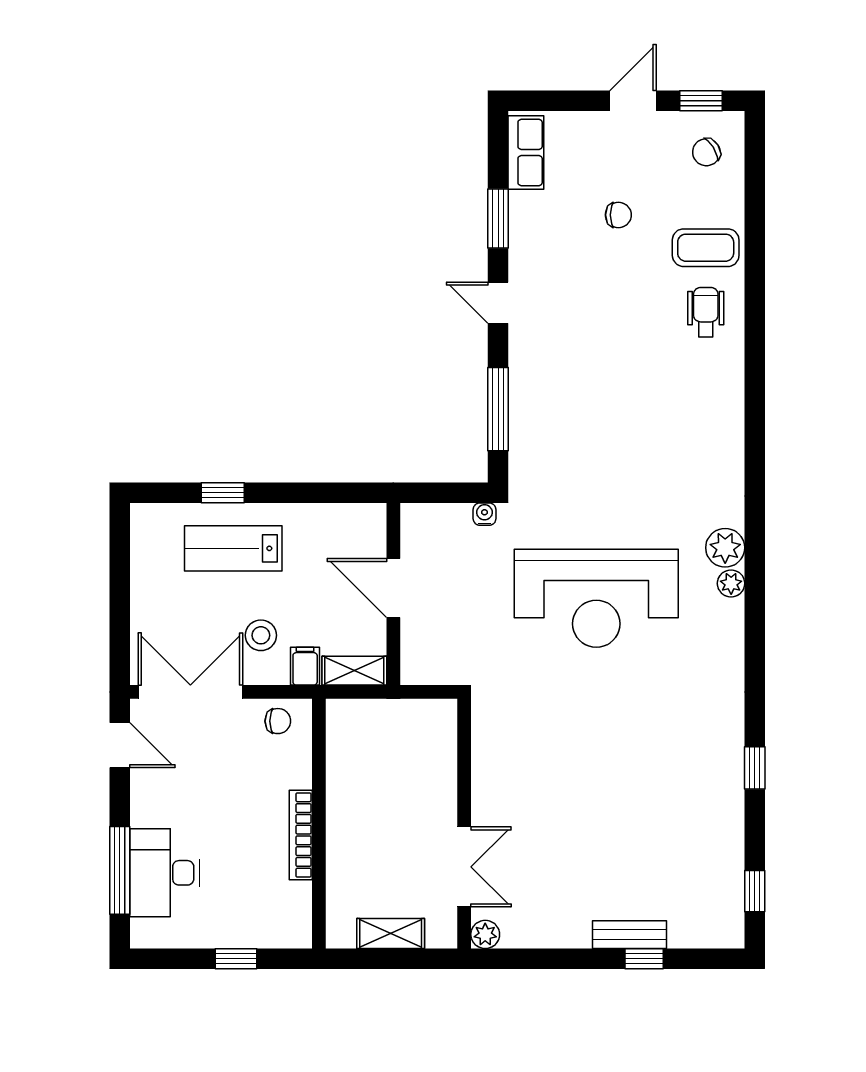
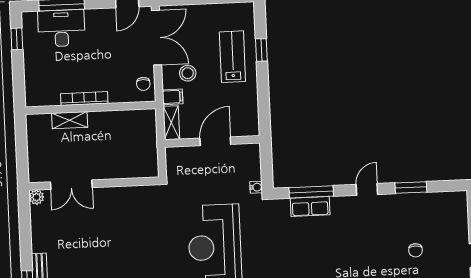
row of seats: (526, 153) -> (310, 206), moved
shelving: (391, 934) -> (70, 120), moved, turned 90
window: (236, 959) -> (17, 39), moved

